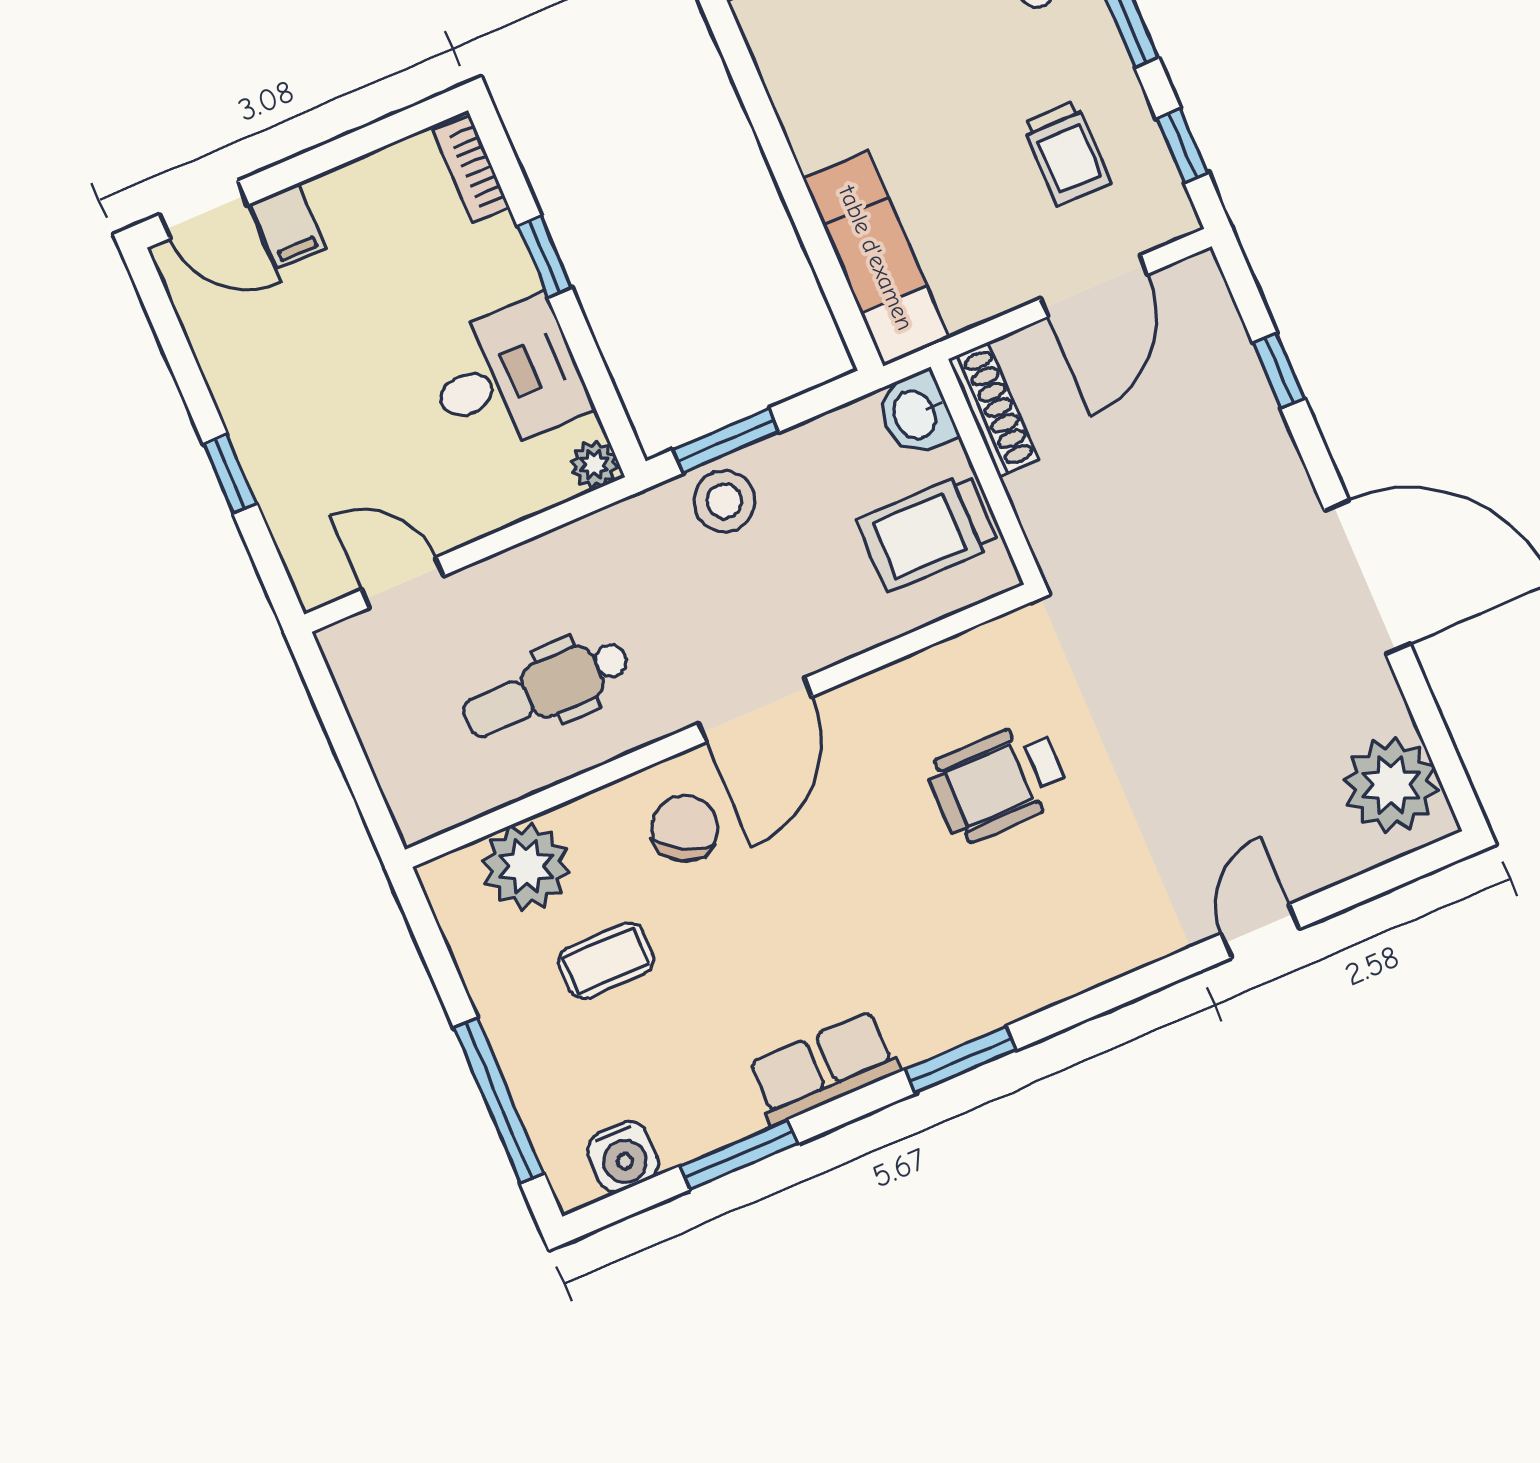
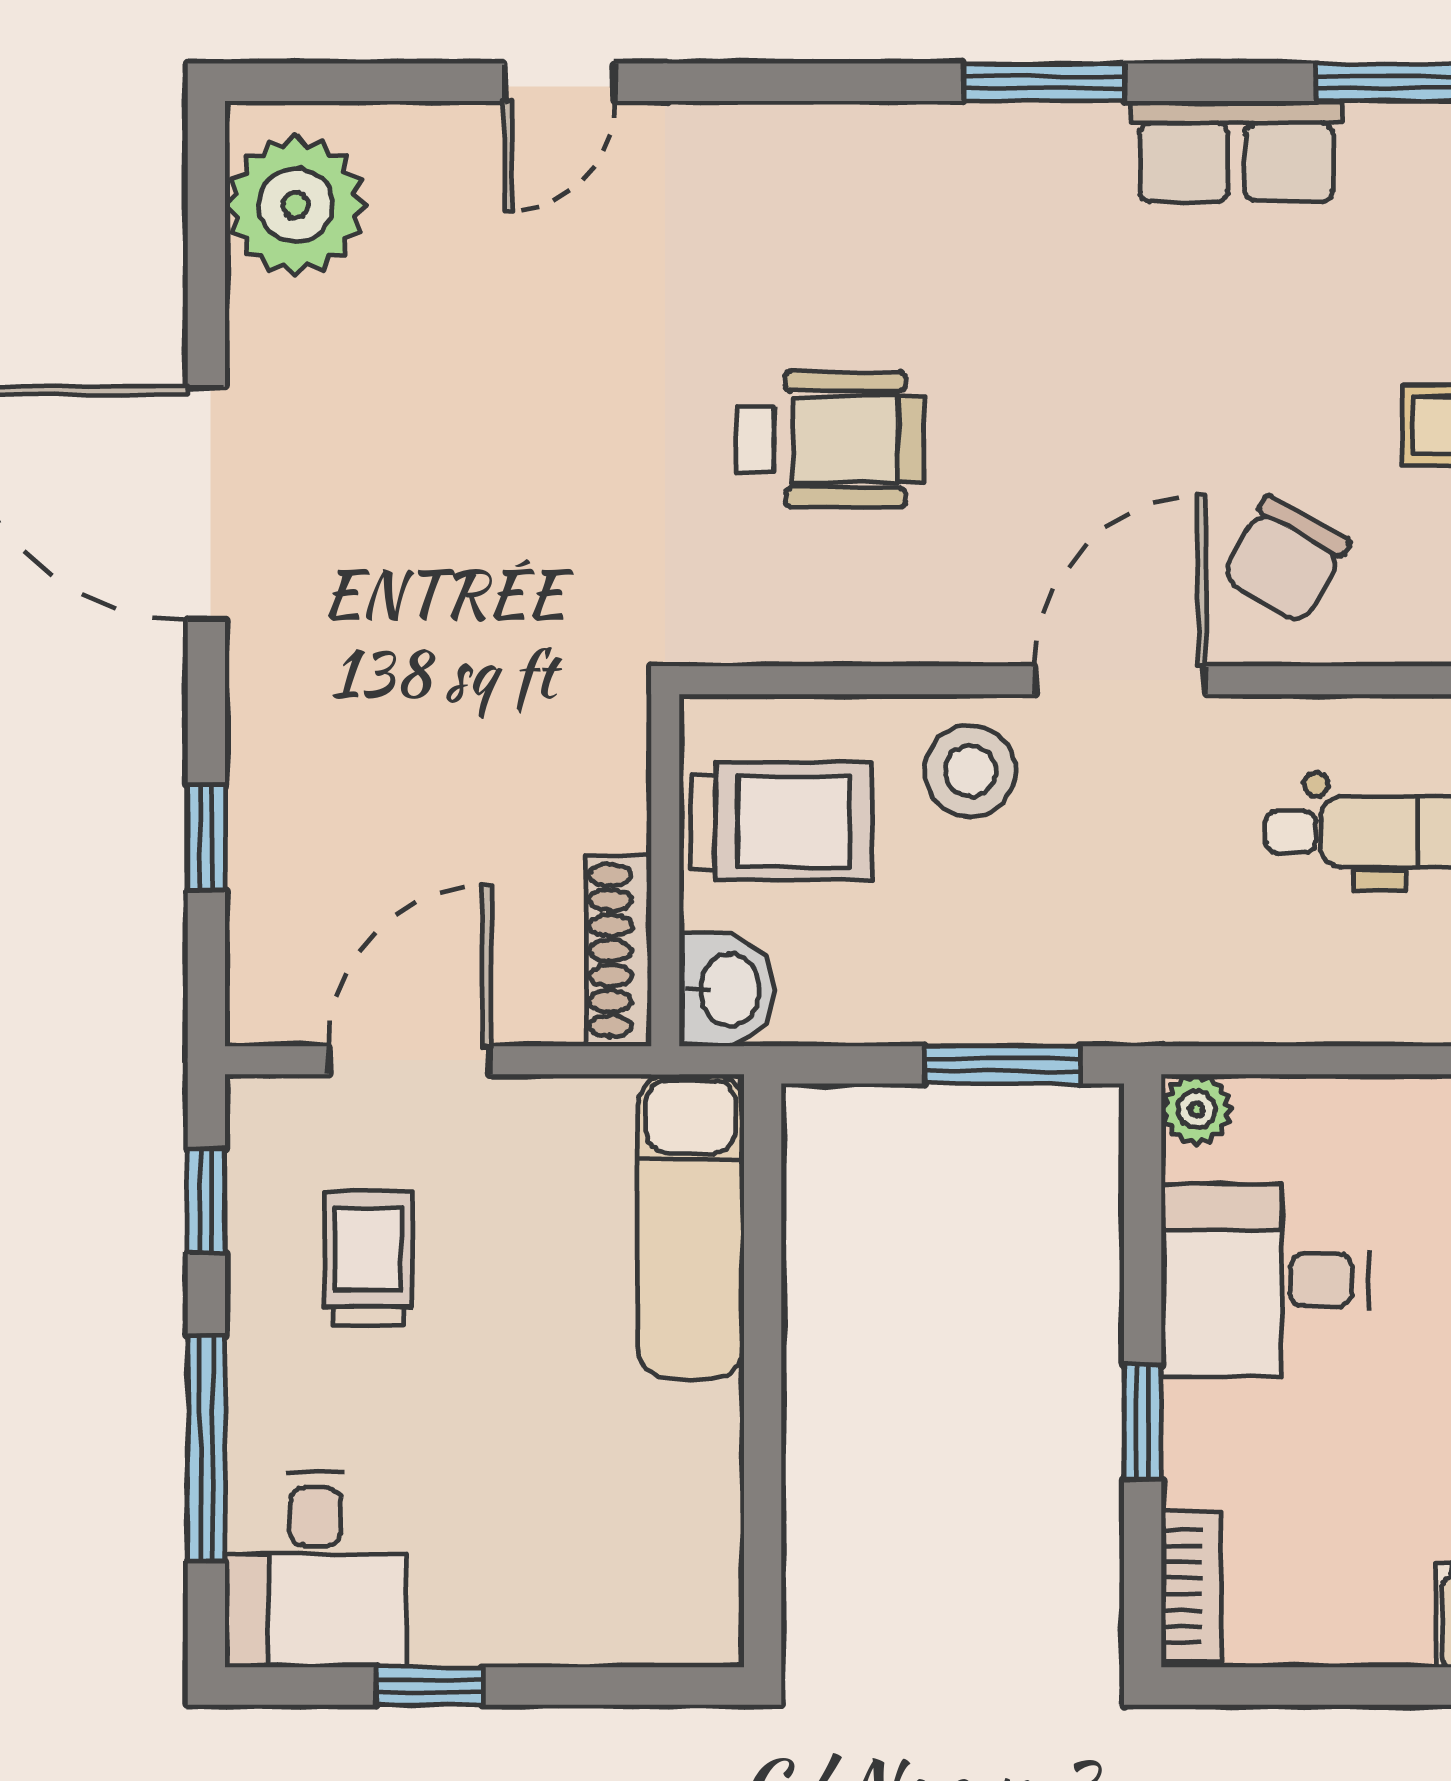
stool: (725, 501) -> (970, 771), moved

